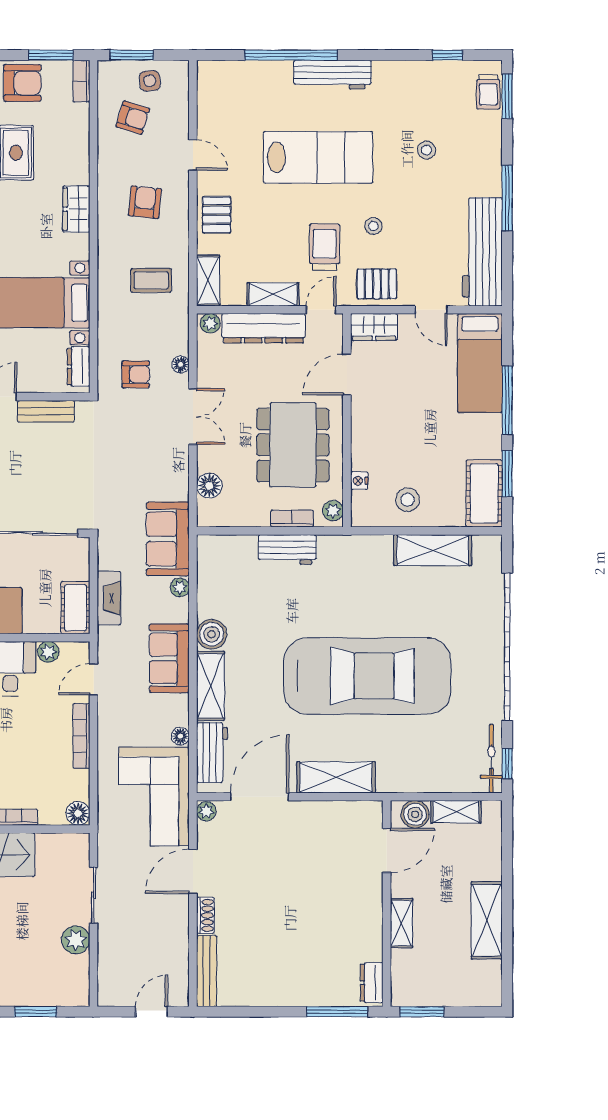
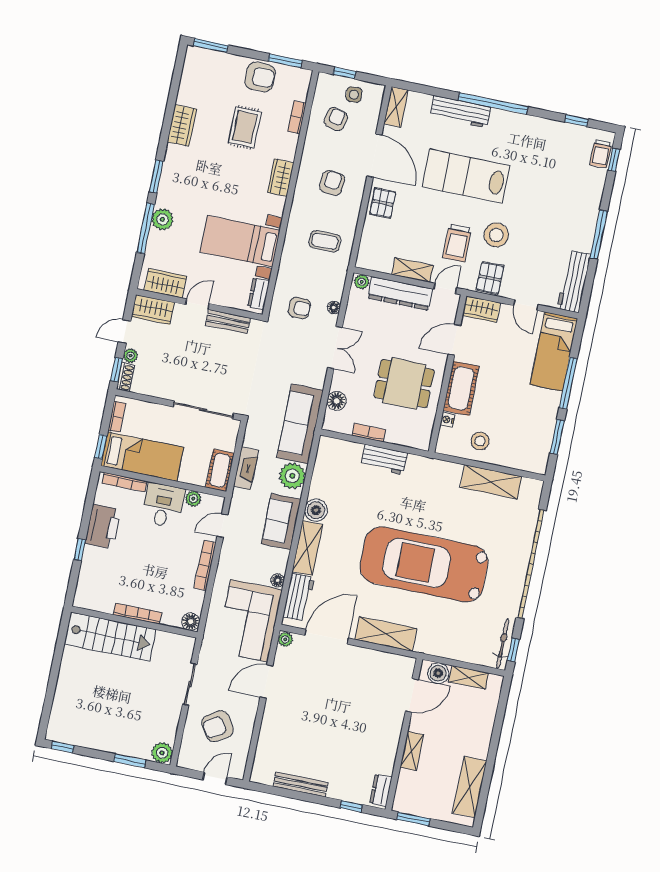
window: (132, 55) -> (345, 73), width x0.67
window: (291, 55) -> (493, 103), moved
workbench: (333, 75) -> (460, 112), moved
bookcase: (81, 81) -> (297, 117), moved
window: (507, 96) -> (614, 160), width x0.67
armchair: (133, 118) -> (336, 119), turned -93
stool: (427, 150) -> (547, 187), removed
door: (193, 155) -> (374, 156), width x1.87
lab bench: (318, 157) -> (466, 176), turned 180
stool: (373, 226) -> (496, 235), width x1.89, depth x1.89
trolley: (325, 247) -> (457, 243), turned 180
workbench: (482, 252) -> (574, 282), width x0.73, depth x0.76
shelving: (208, 280) -> (396, 107), moved
pallet: (377, 284) -> (490, 278), turned 90
dining table: (293, 445) -> (404, 384), width x0.73
cot: (484, 493) -> (461, 388), moved
plant: (333, 511) -> (424, 438), removed
bookcase: (292, 519) -> (369, 433), moved
sofa: (168, 539) -> (300, 424), width x1.36
plant: (180, 587) -> (292, 476), width x1.88, depth x1.88
car: (367, 676) -> (424, 564), turned 180
shoe rack: (205, 915) -> (269, 716), removed
shelving: (487, 920) -> (470, 787), moved
plant: (76, 940) -> (162, 753), moved
armchair: (141, 943) -> (218, 726), added
bench: (207, 971) -> (301, 784), moved, turned 90
window: (337, 1012) -> (351, 806), width x0.46

